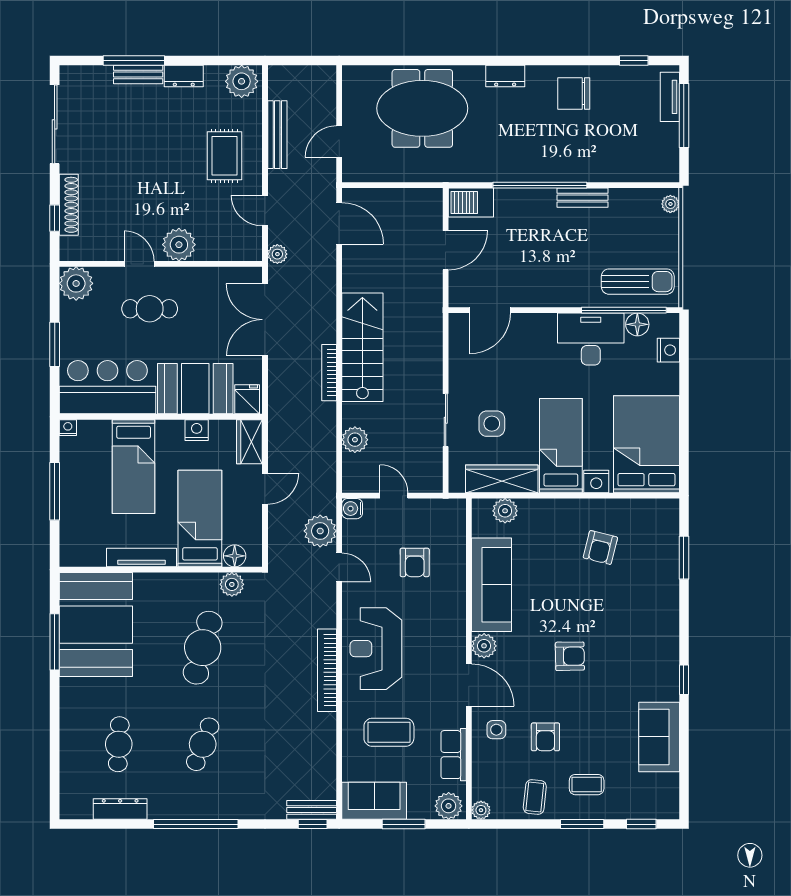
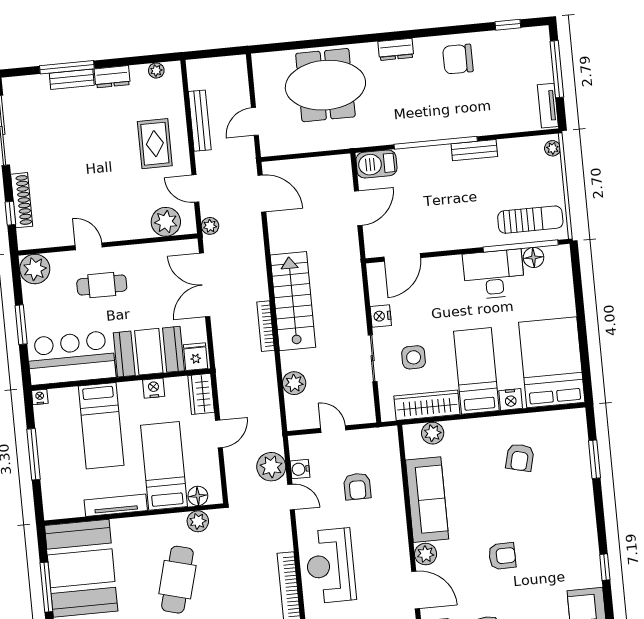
plant: (242, 81) -> (156, 70), width x0.53, depth x0.53
tv unit: (670, 97) -> (548, 106), moved
plant: (179, 245) -> (166, 222), moved
nightstand: (668, 350) -> (381, 316), moved, turned 180
water cooler: (352, 509) -> (300, 469), moved

